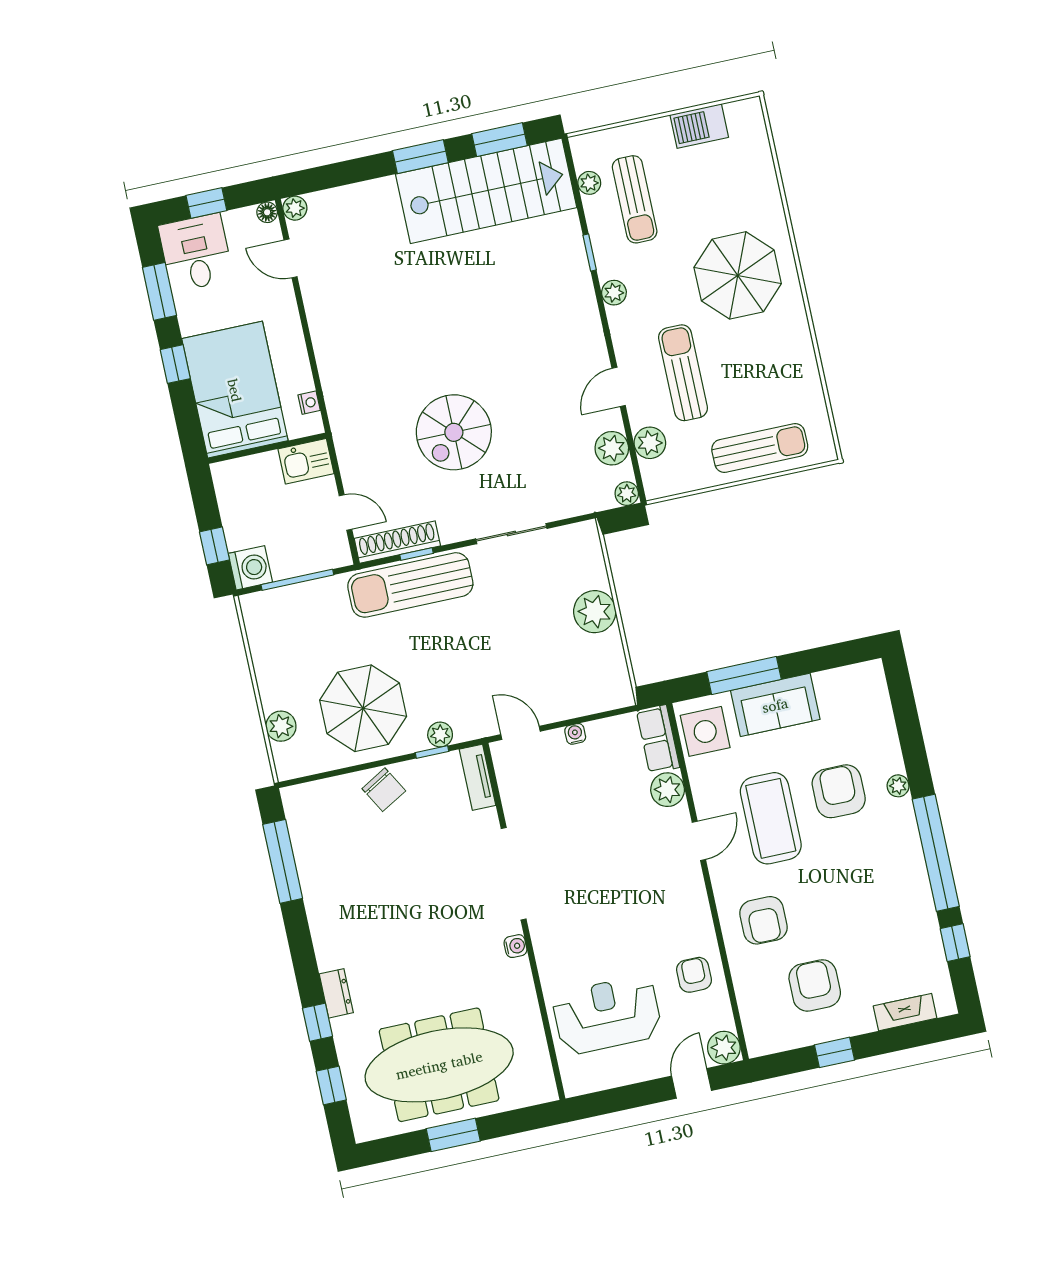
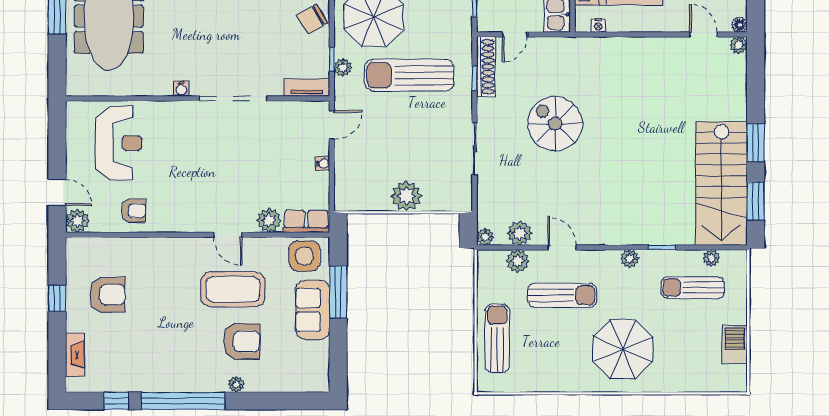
door: (291, 258) -> (704, 34), hinge flipped
sun lounger: (760, 448) -> (497, 338), turned 180
sun lounger: (410, 585) -> (409, 75), moved, turned -90
armchair: (763, 920) -> (162, 268), removed

